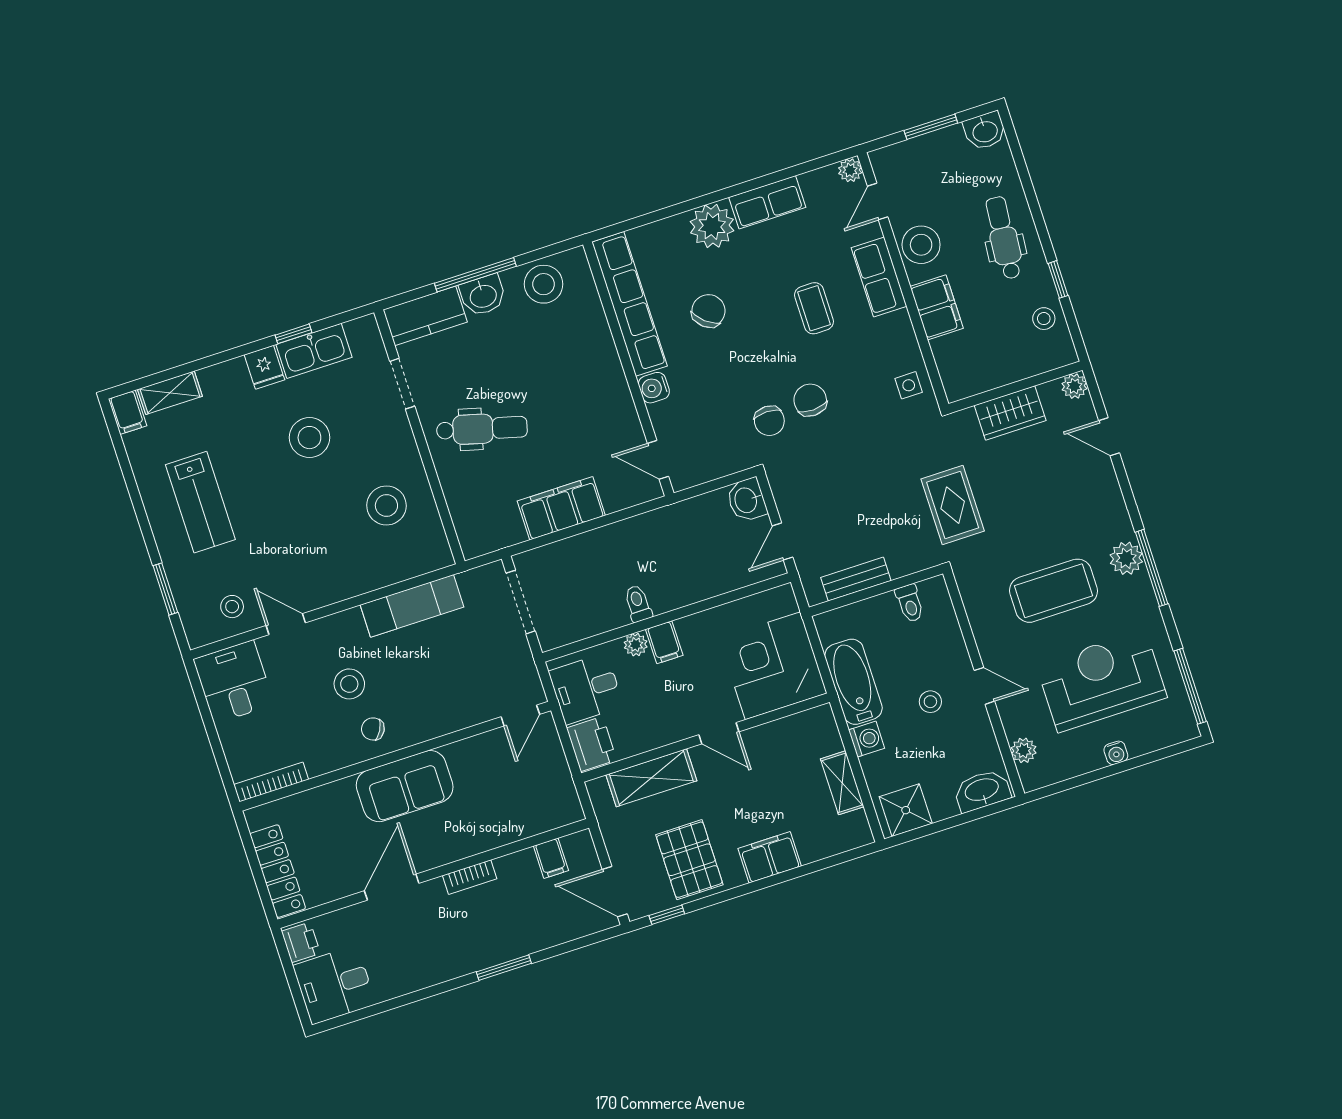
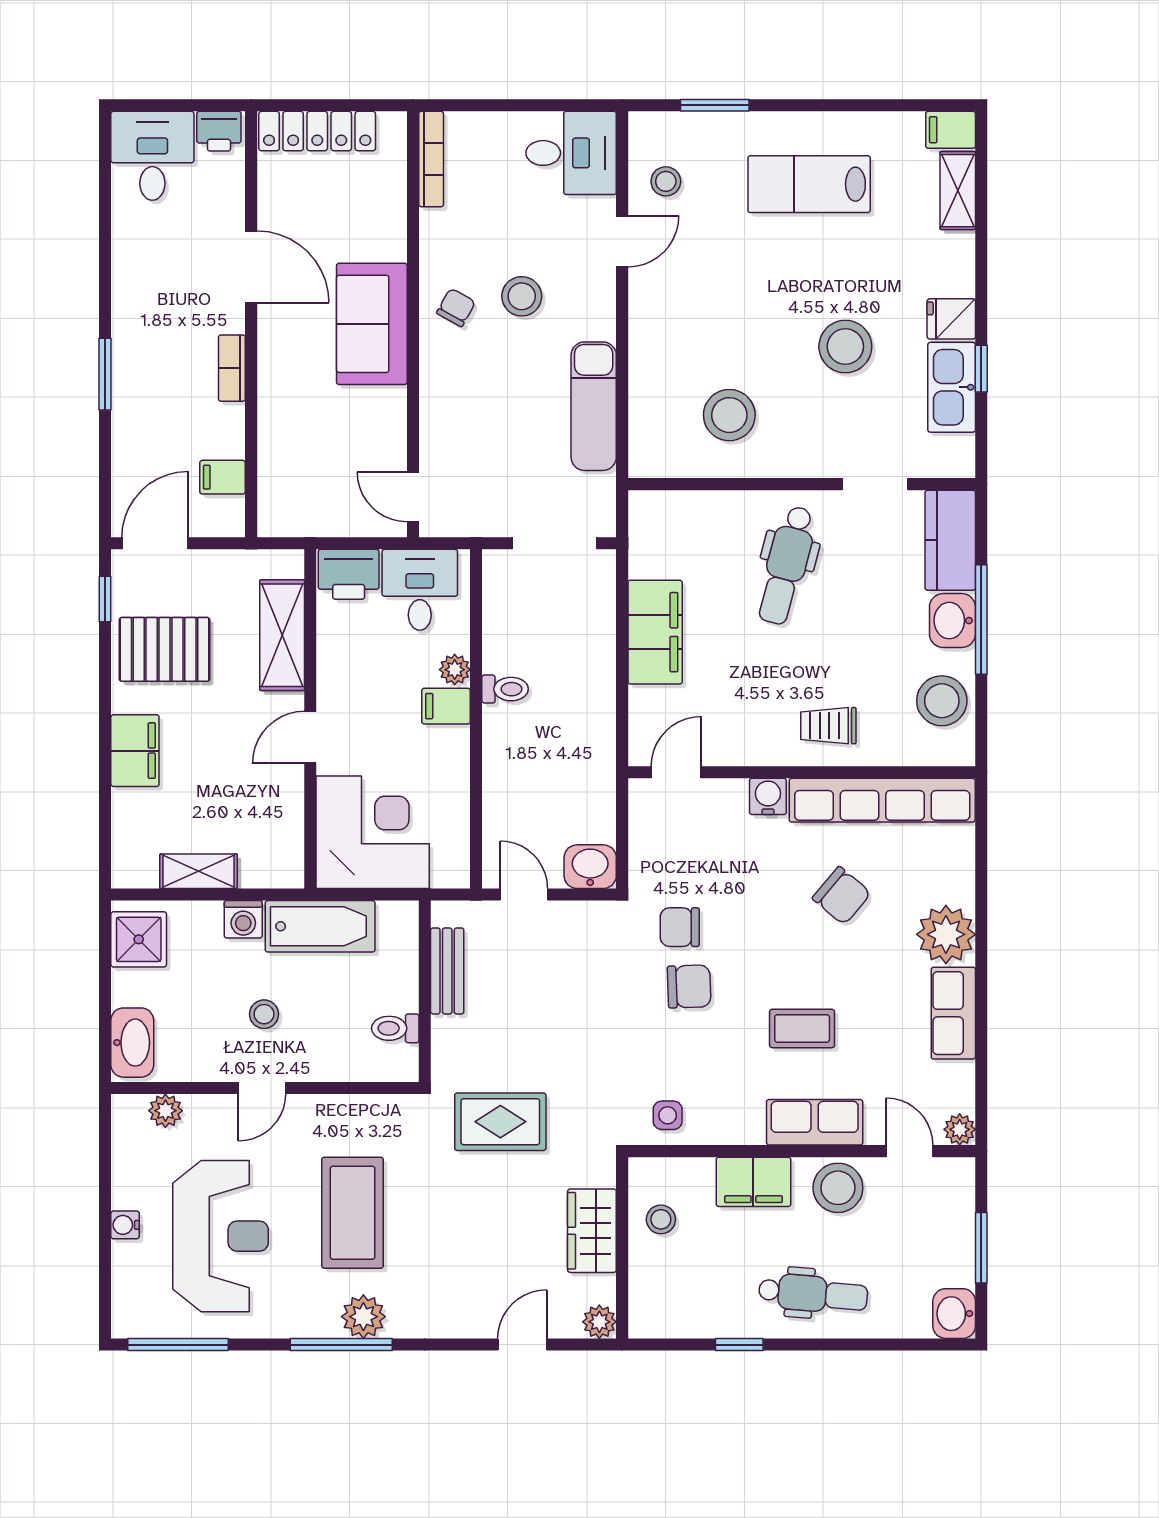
stool: (1044, 319) -> (661, 1219), moved
trolley: (588, 361) -> (828, 726), added

